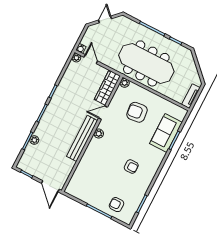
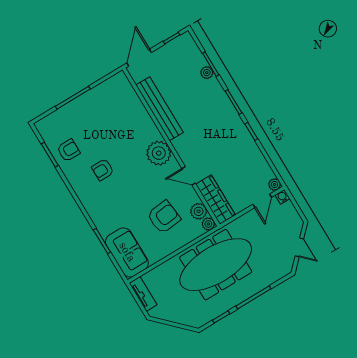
door: (91, 59) -> (262, 201), hinge flipped
plant: (121, 93) -> (199, 211), added
door: (103, 113) -> (189, 176), swing flipped
sofa: (166, 133) -> (127, 252), moved
plant: (99, 134) -> (159, 153), width x1.88, depth x1.88
bench: (82, 138) -> (160, 109), moved
door: (50, 186) -> (139, 58), hinge flipped
armchair: (117, 205) -> (68, 150), moved

